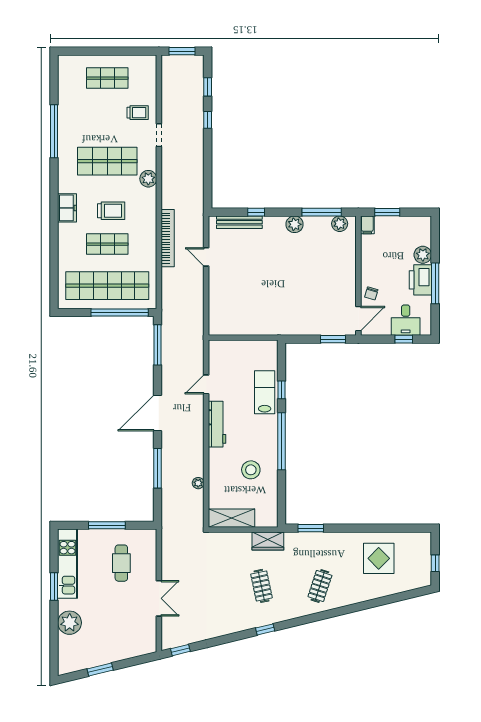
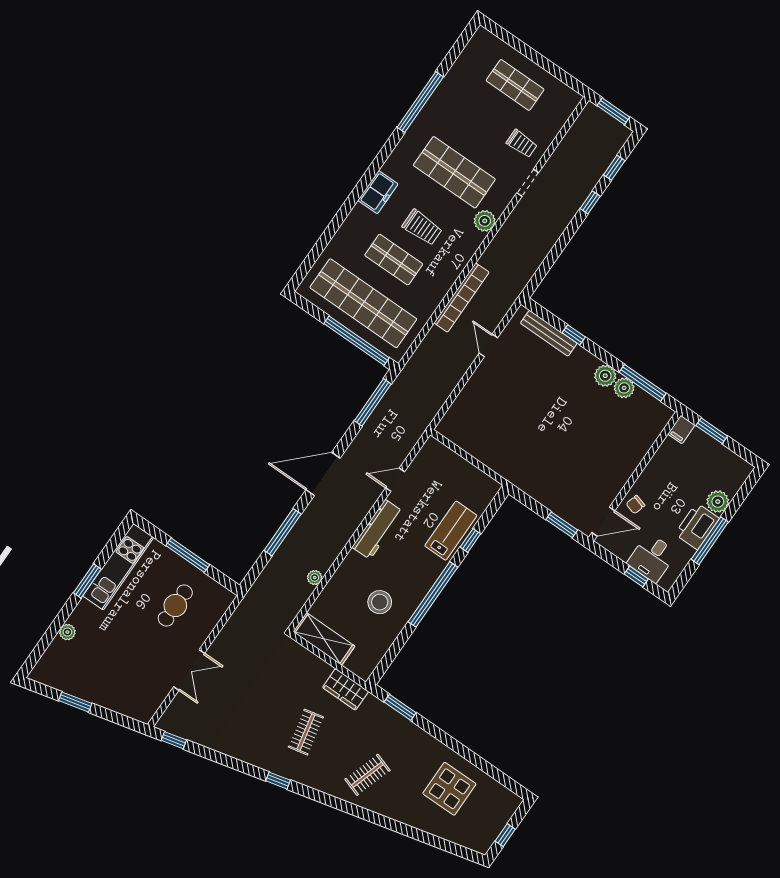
plant: (340, 224) -> (624, 388), moved
plant: (70, 623) -> (67, 632), width x0.53, depth x0.53

